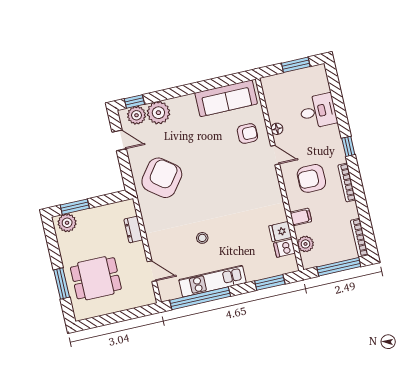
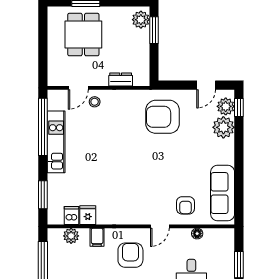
floor lamp: (277, 129) -> (197, 234), moved
armchair: (162, 178) -> (163, 117), turned 143
stool: (202, 238) -> (95, 102), moved

